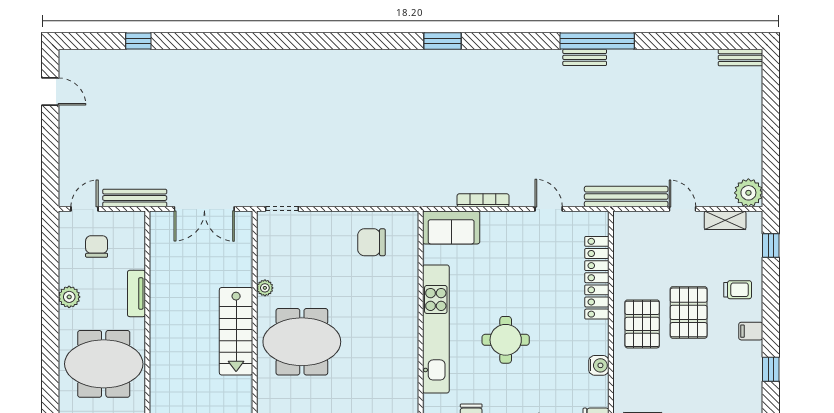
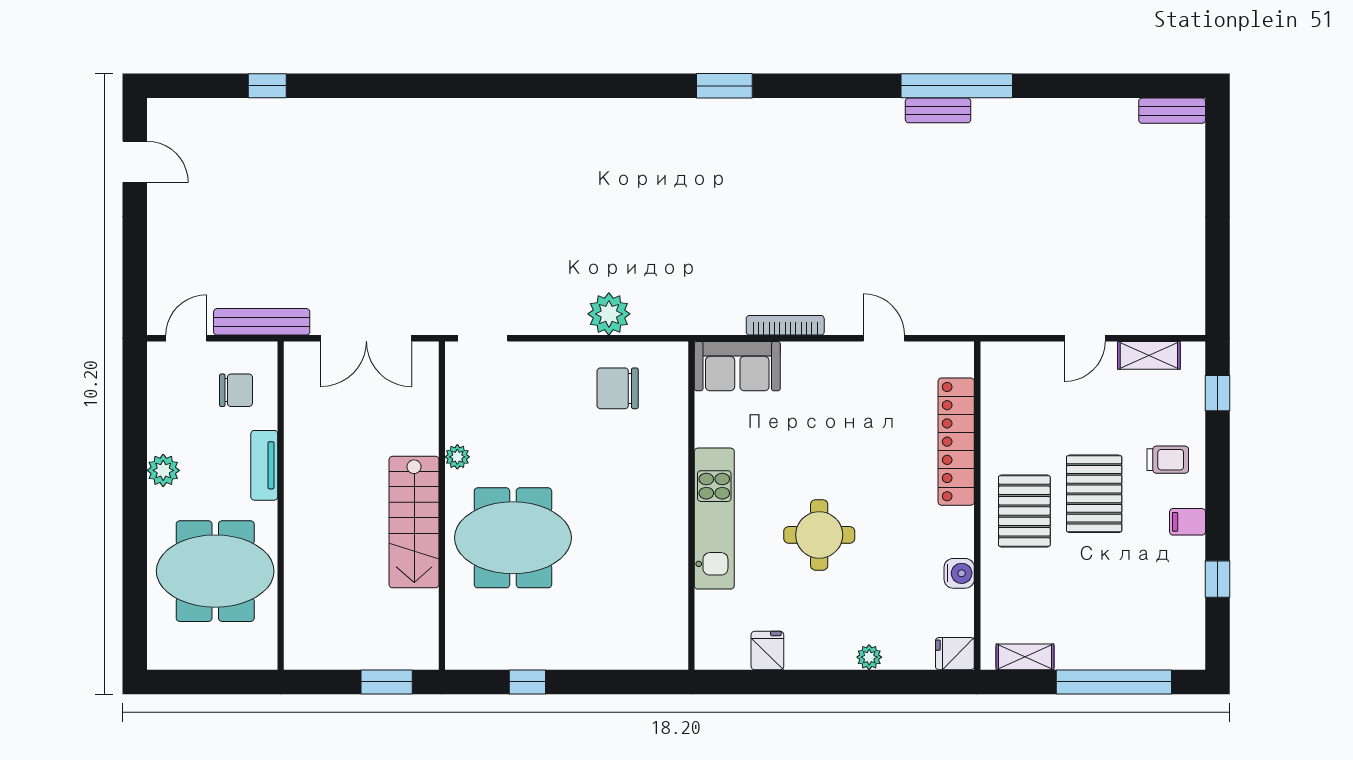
plant: (748, 193) -> (609, 314), moved
bench: (626, 197) -> (1000, 320), removed
door: (682, 209) -> (1085, 338), swing flipped
chair: (97, 246) -> (236, 390), moved, turned 90
kitchen unit: (436, 329) -> (714, 519), width x0.73

